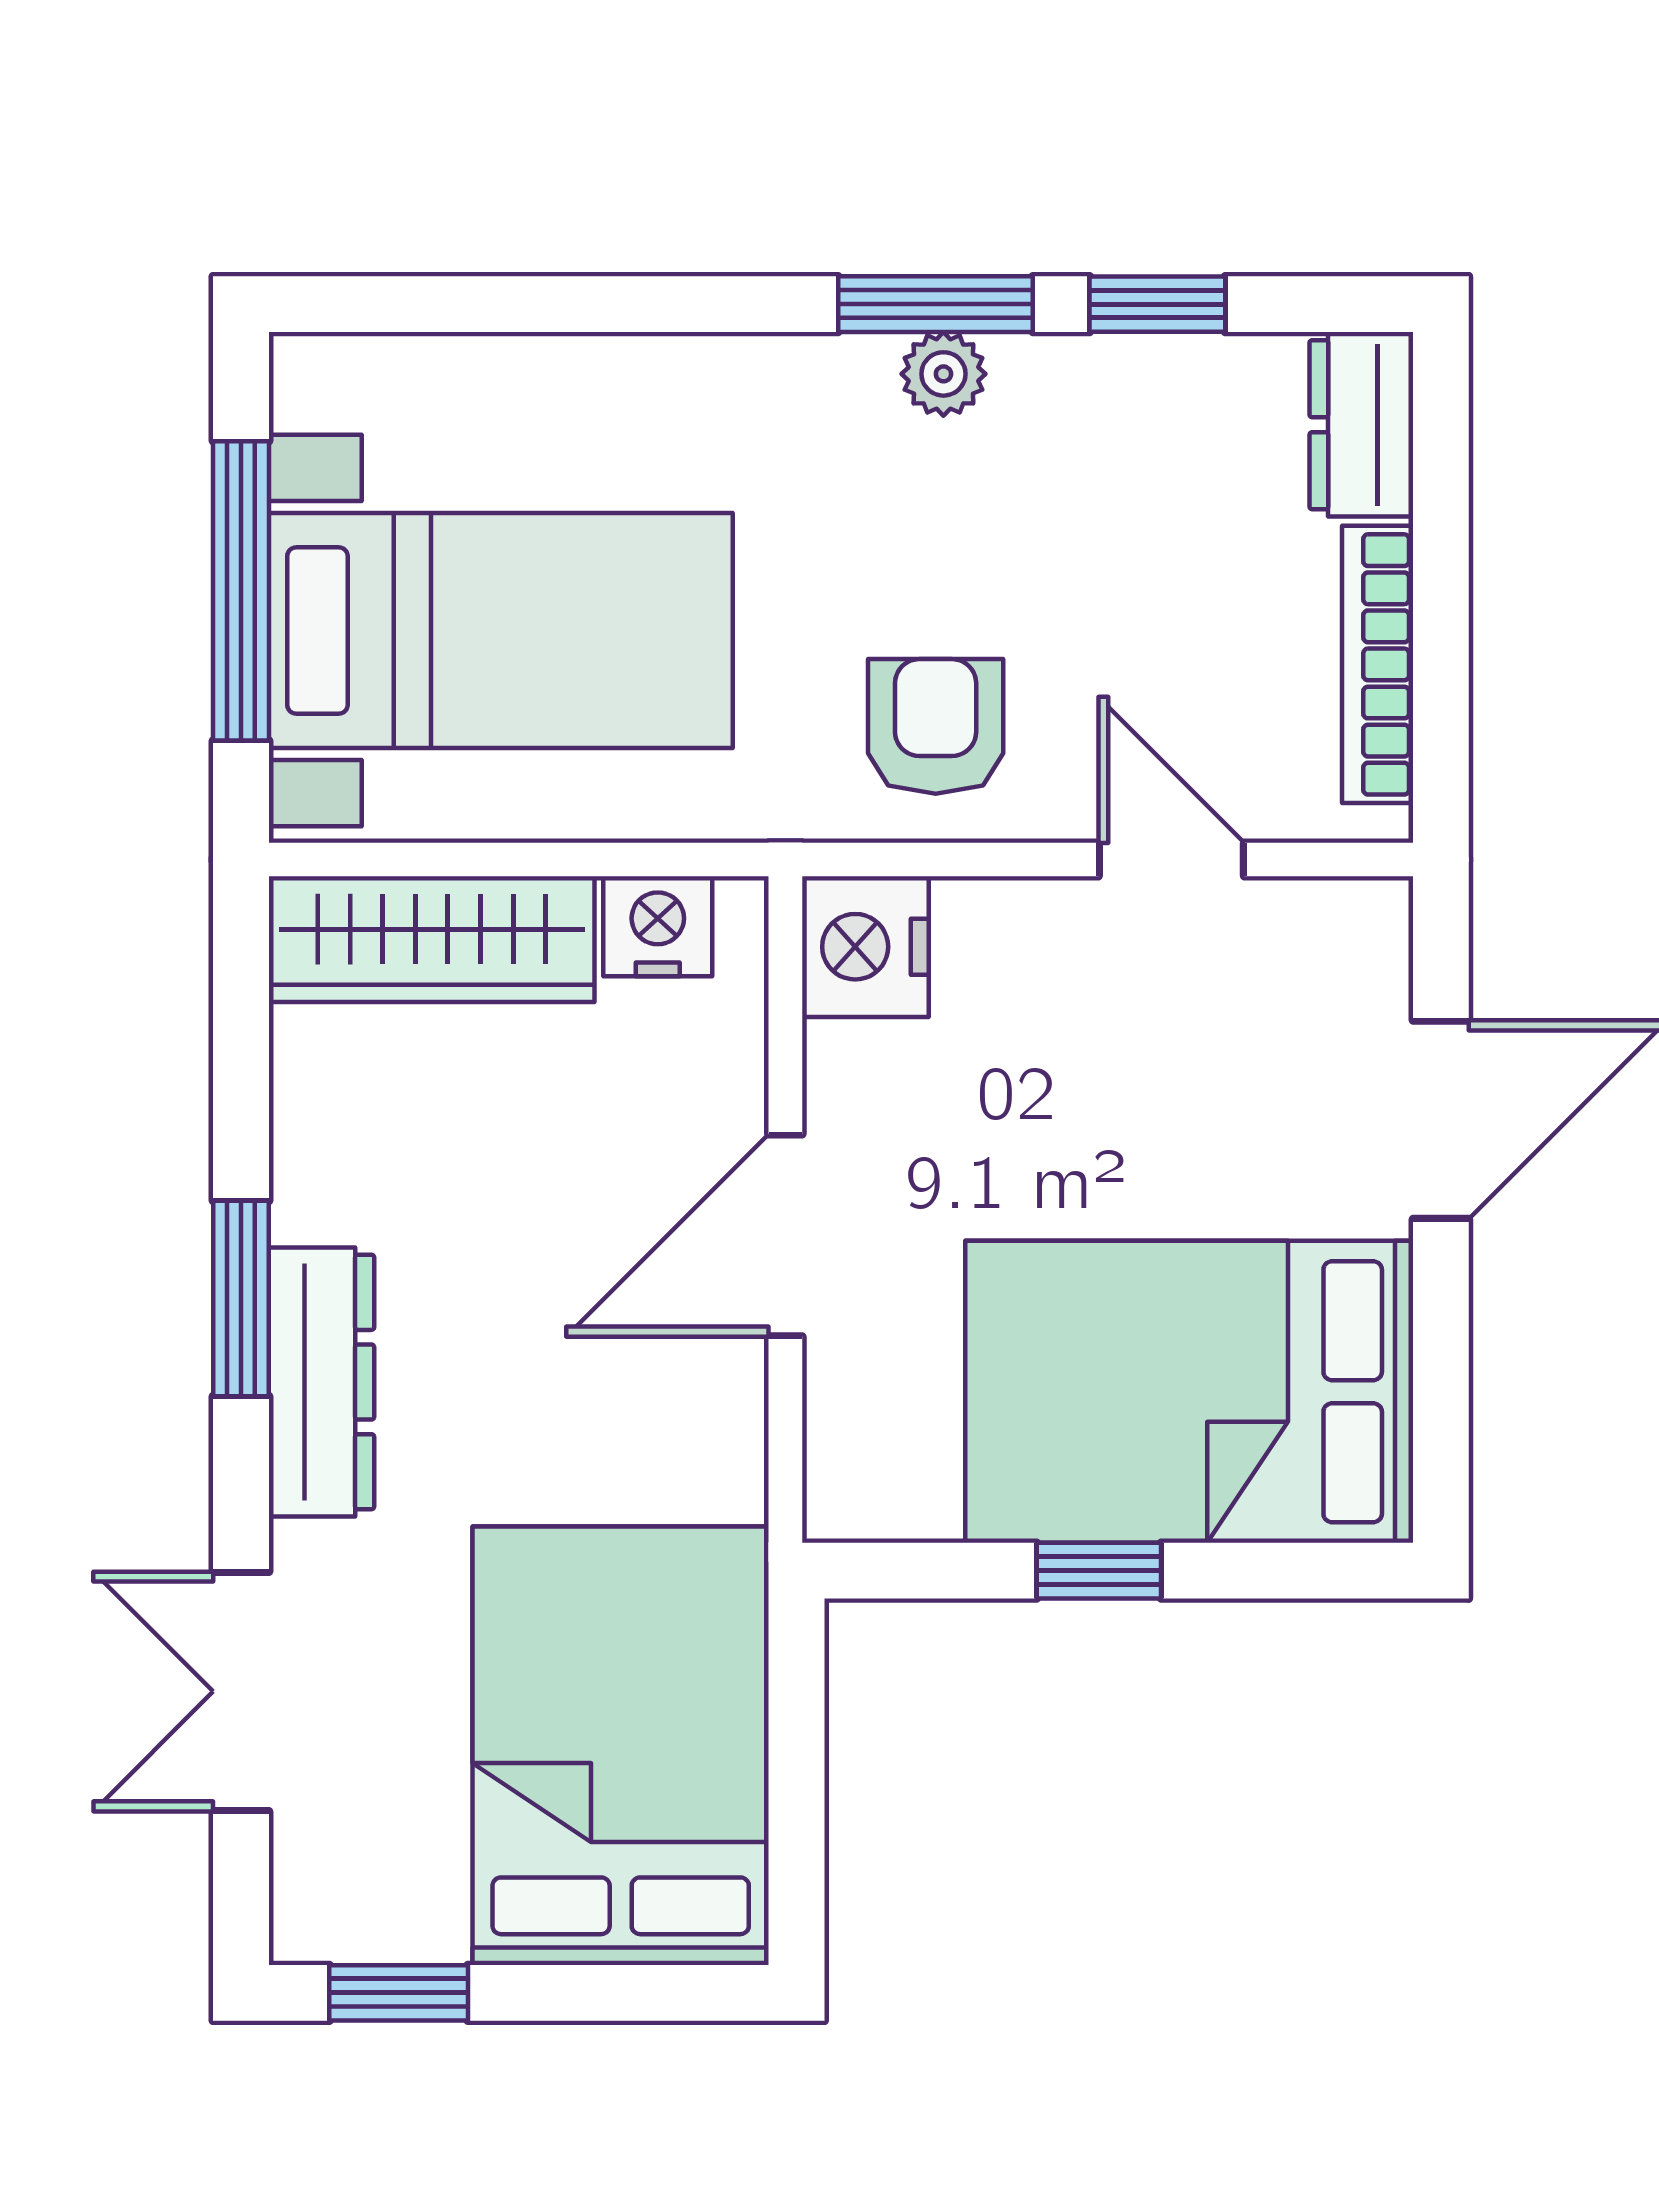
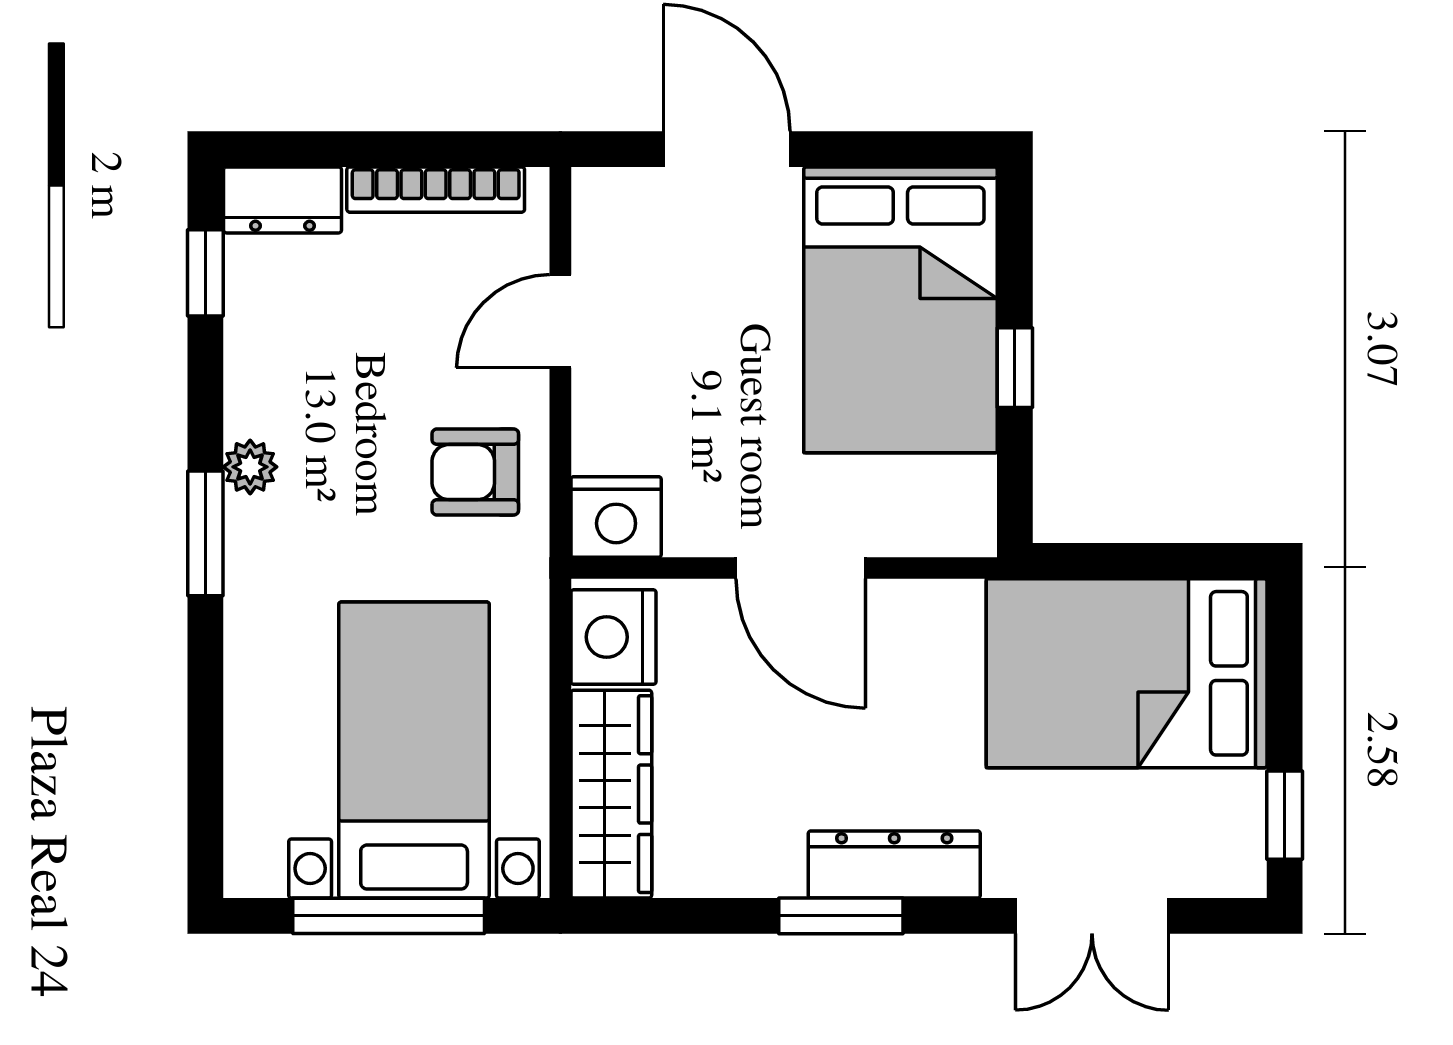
window: (935, 304) -> (205, 533), moved
window: (1157, 304) -> (205, 273), moved
nightstand: (658, 926) -> (613, 637), width x1.36, depth x1.33

